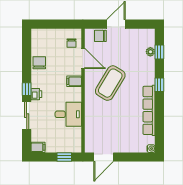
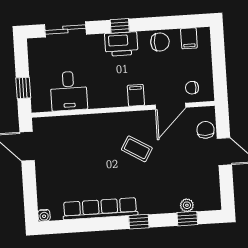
coffee table: (110, 83) -> (137, 149), width x0.54, depth x0.58
printer: (36, 94) -> (121, 44), width x1.87, depth x1.48
desk: (68, 114) -> (69, 91), moved
sliding door: (27, 116) -> (65, 29), moved
filing cabinet: (38, 147) -> (189, 38), moved

